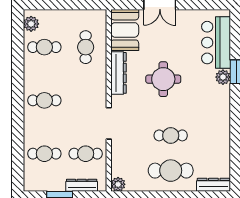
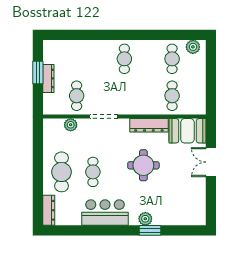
bar counter: (216, 43) -> (105, 213), moved
cafe table: (86, 47) -> (172, 96), turned 90
cafe table: (44, 154) -> (77, 59), removed
plant: (118, 184) -> (71, 125), moved
dresser: (82, 185) -> (48, 78), moved

